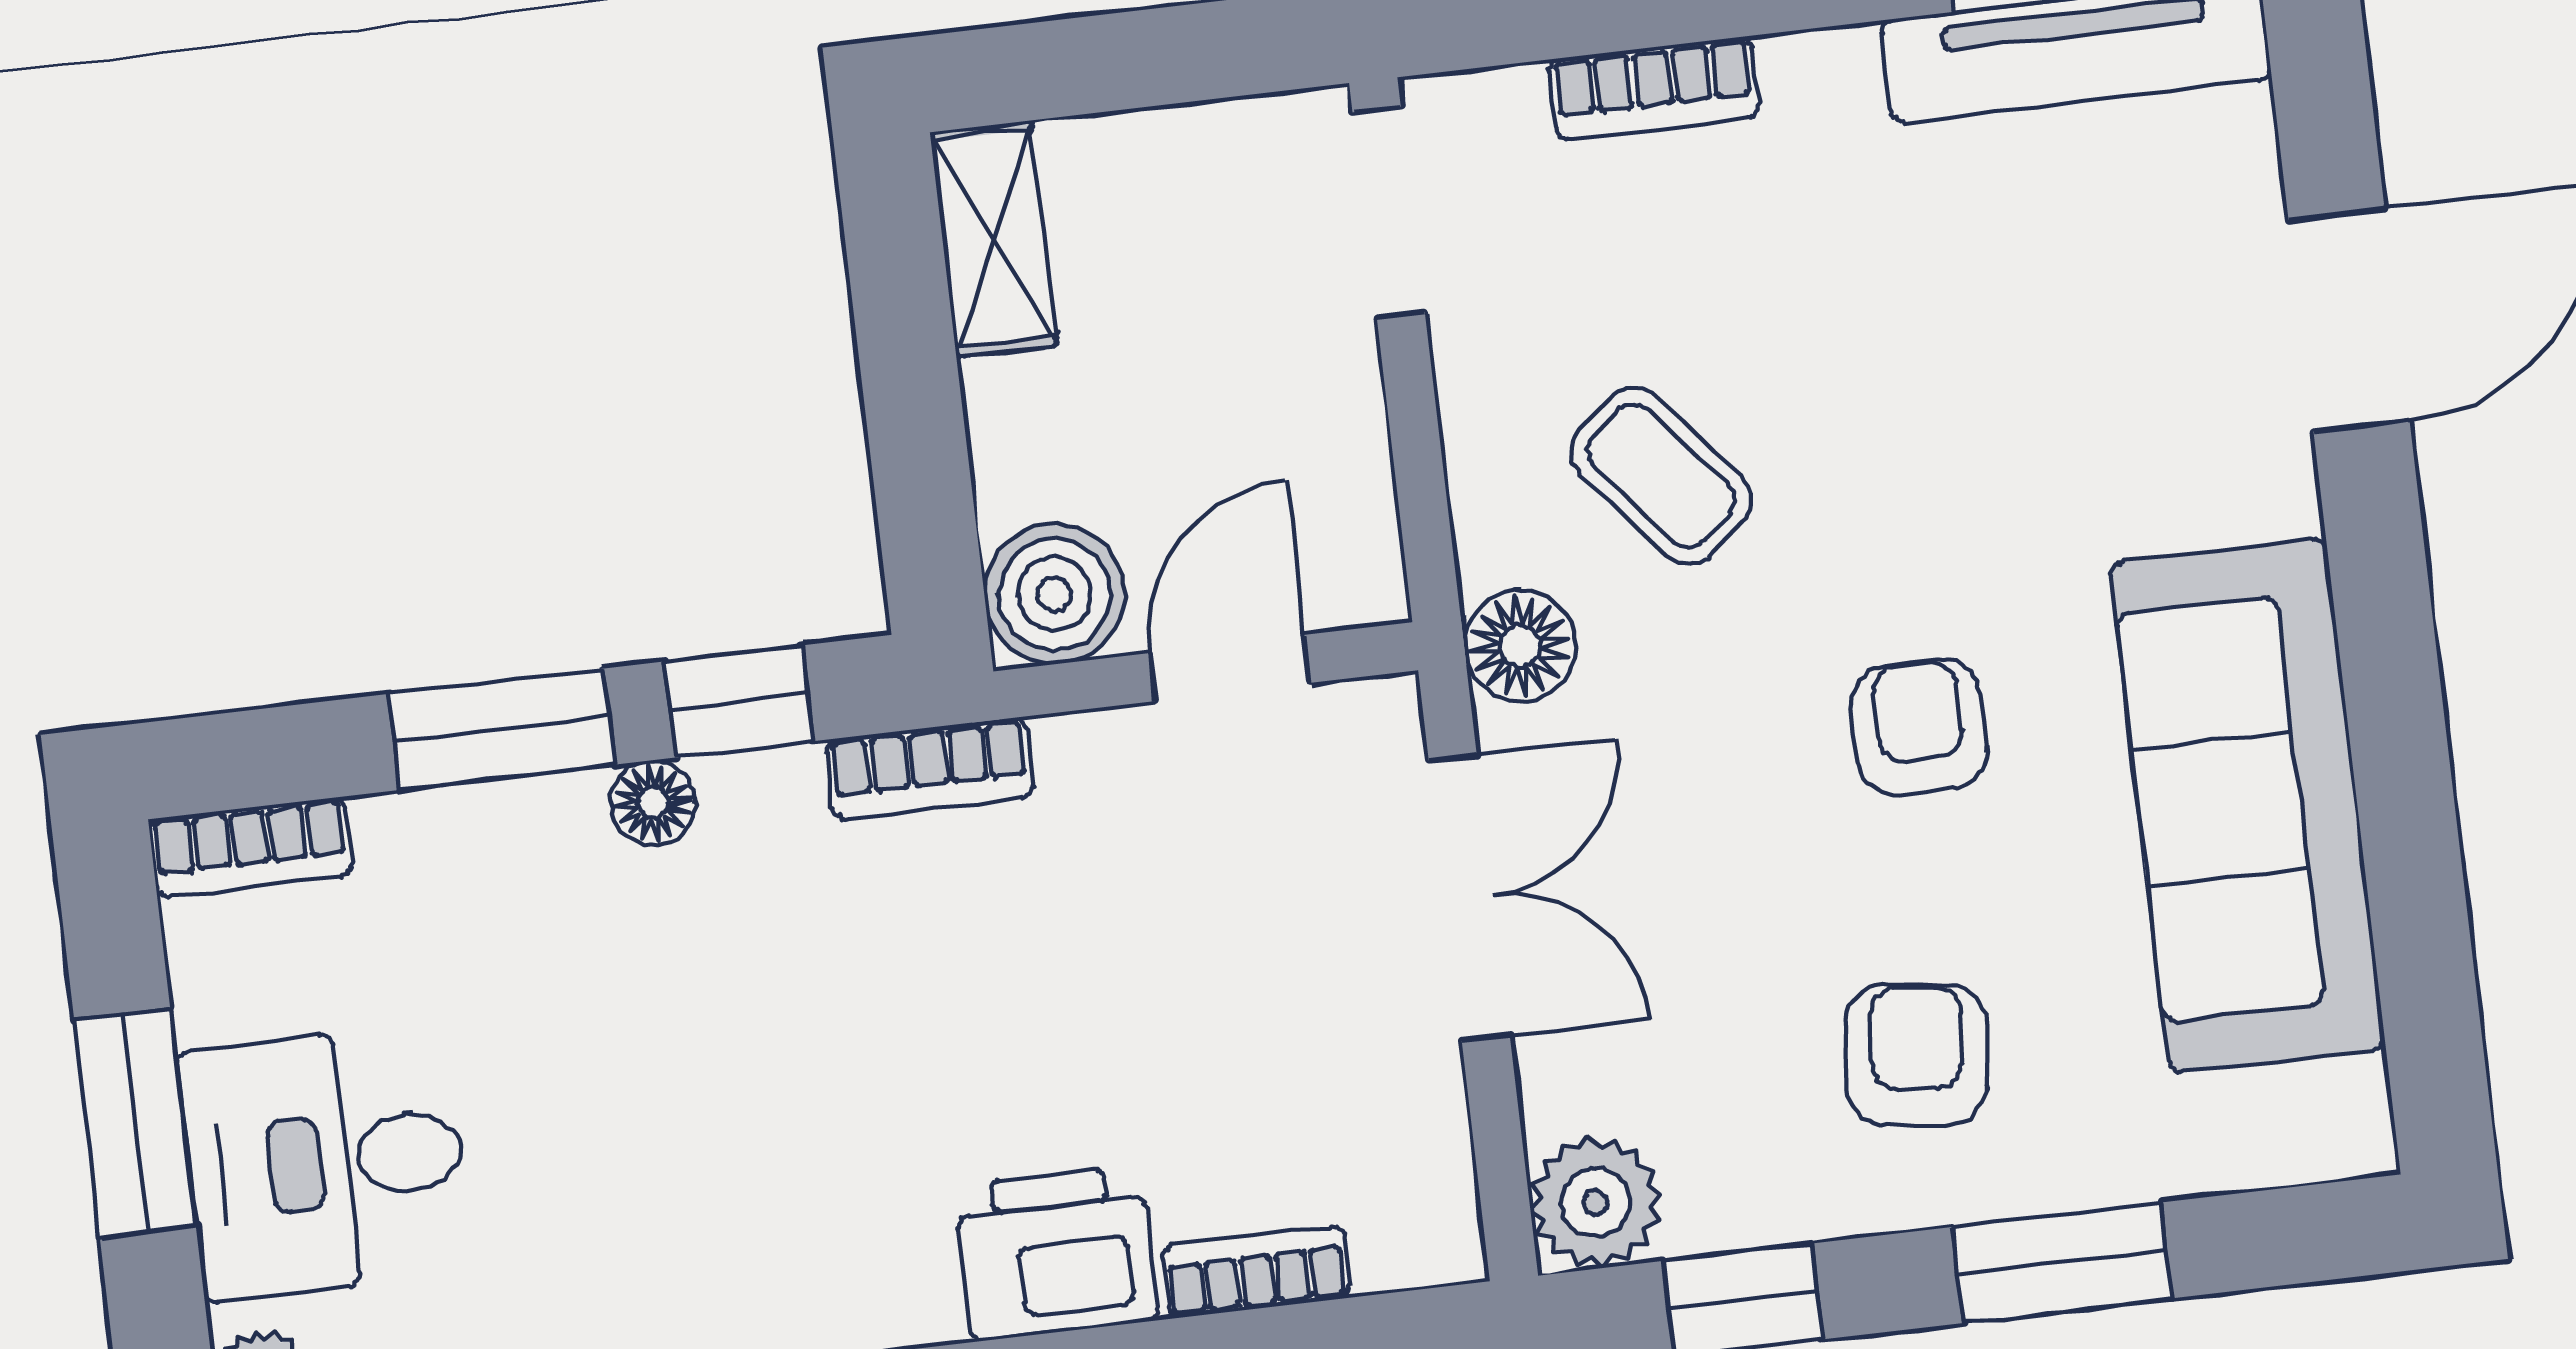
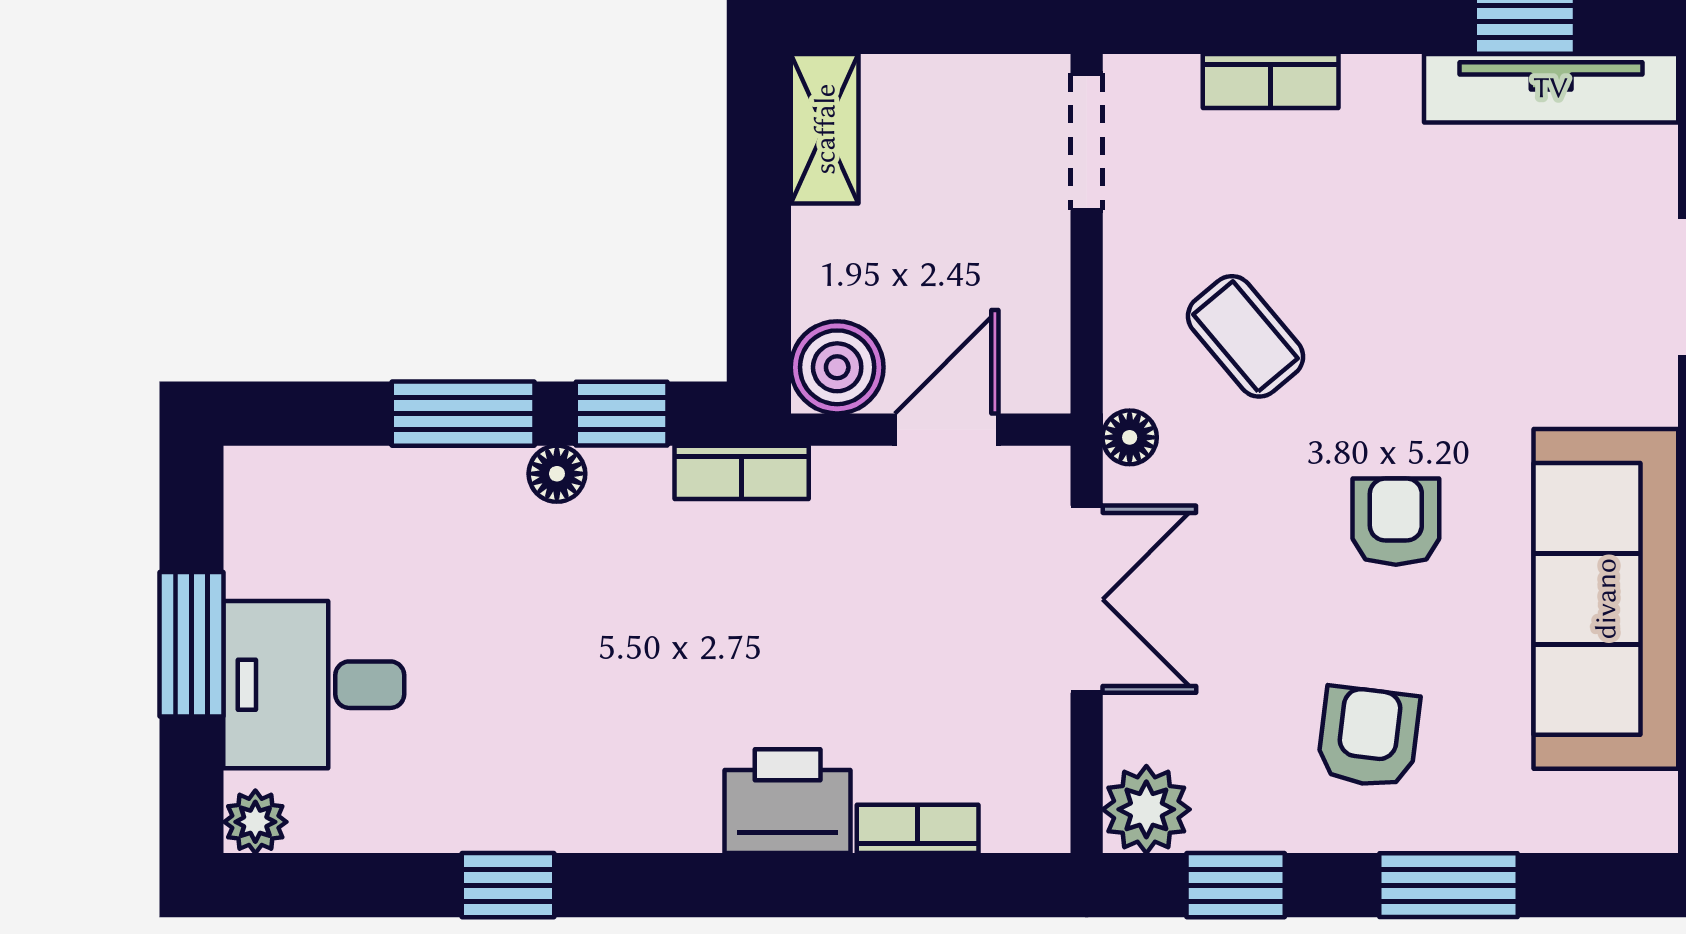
floor lamp: (1520, 646) -> (1130, 437), width x0.73, depth x0.73
bookcase: (251, 847) -> (289, 472), removed

